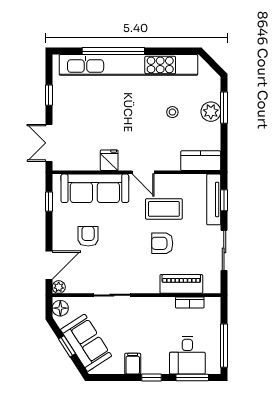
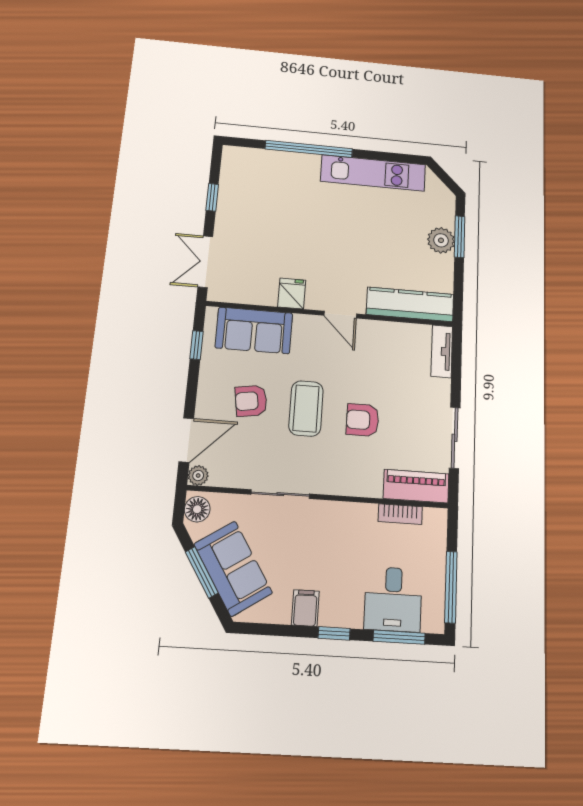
kitchen unit: (128, 65) -> (373, 173), width x0.54
stool: (172, 112) -> (387, 236), removed
kitchen counter: (201, 161) -> (410, 304), width x1.50
sofa: (95, 188) -> (254, 330), width x0.73
tv unit: (214, 199) -> (442, 351), width x0.71
window: (224, 200) -> (456, 364), removed
coffee table: (164, 209) -> (306, 408), moved, turned 90
armchair: (88, 236) -> (251, 401), turned -99
piano: (181, 284) -> (416, 486), moved
window: (67, 346) -> (202, 572), width x1.50

